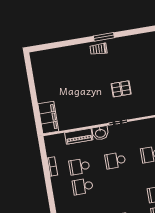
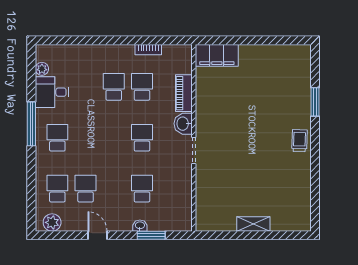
window: (104, 37) -> (315, 102), moved
pallet: (121, 89) -> (239, 162), removed

